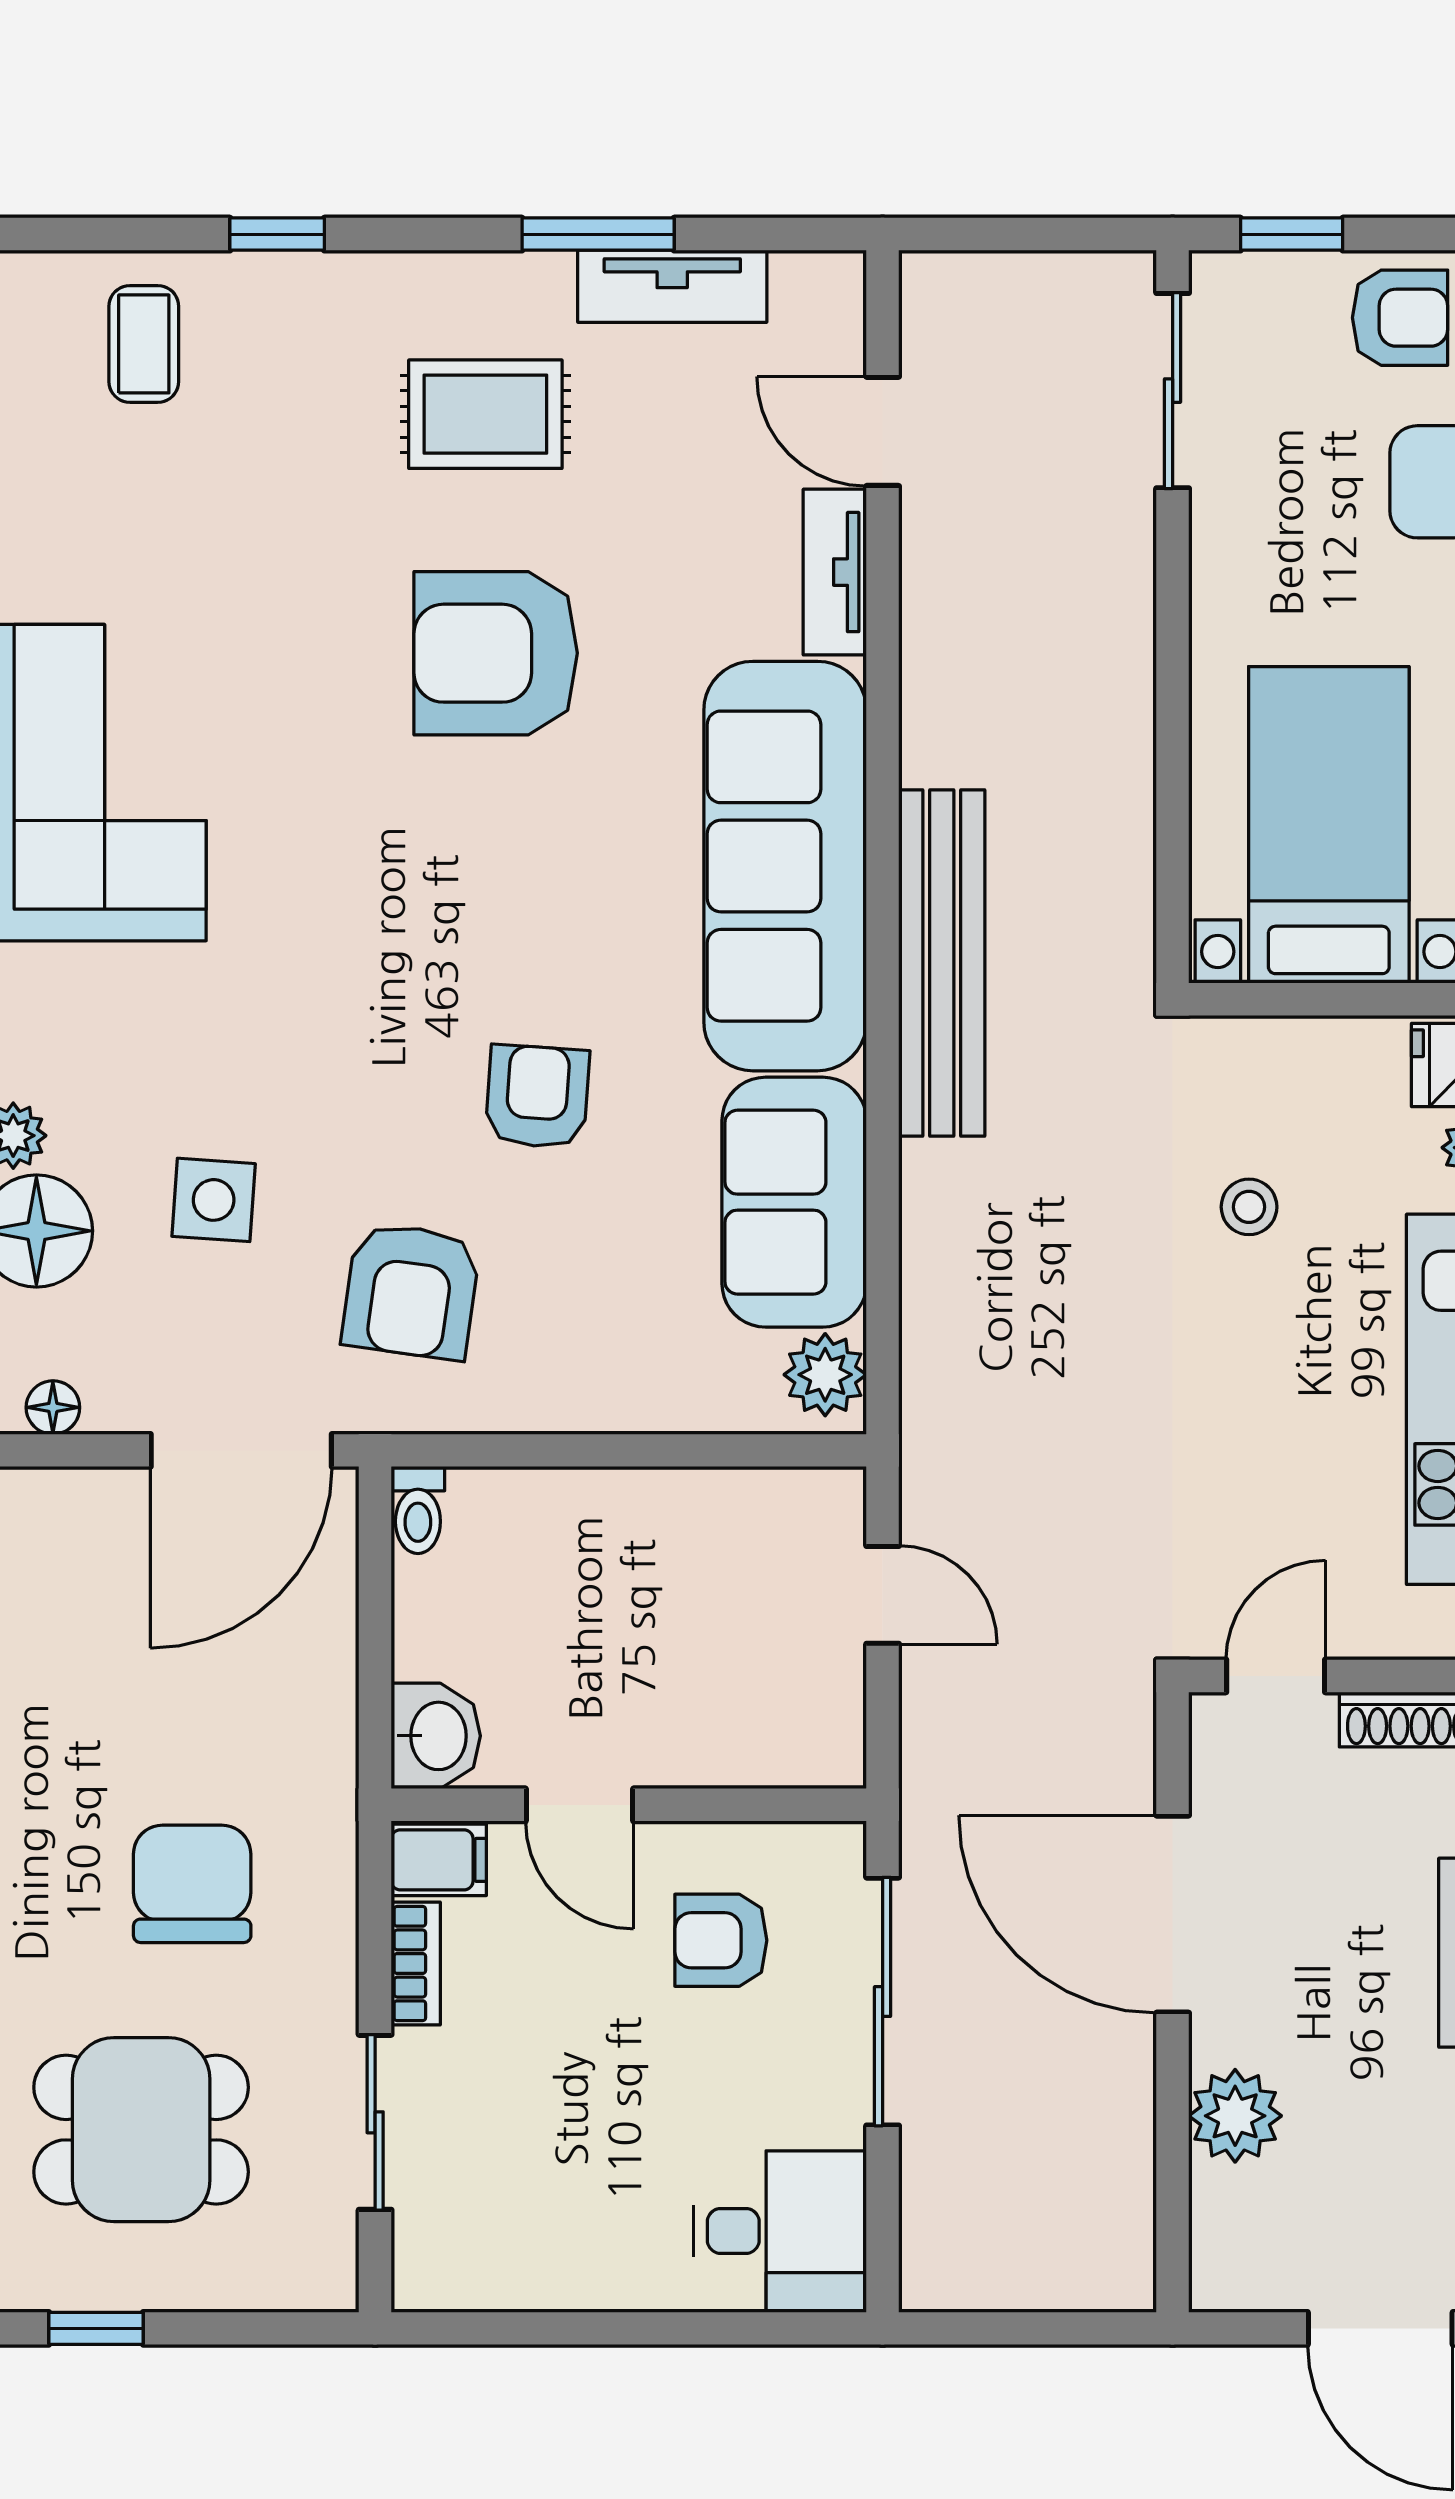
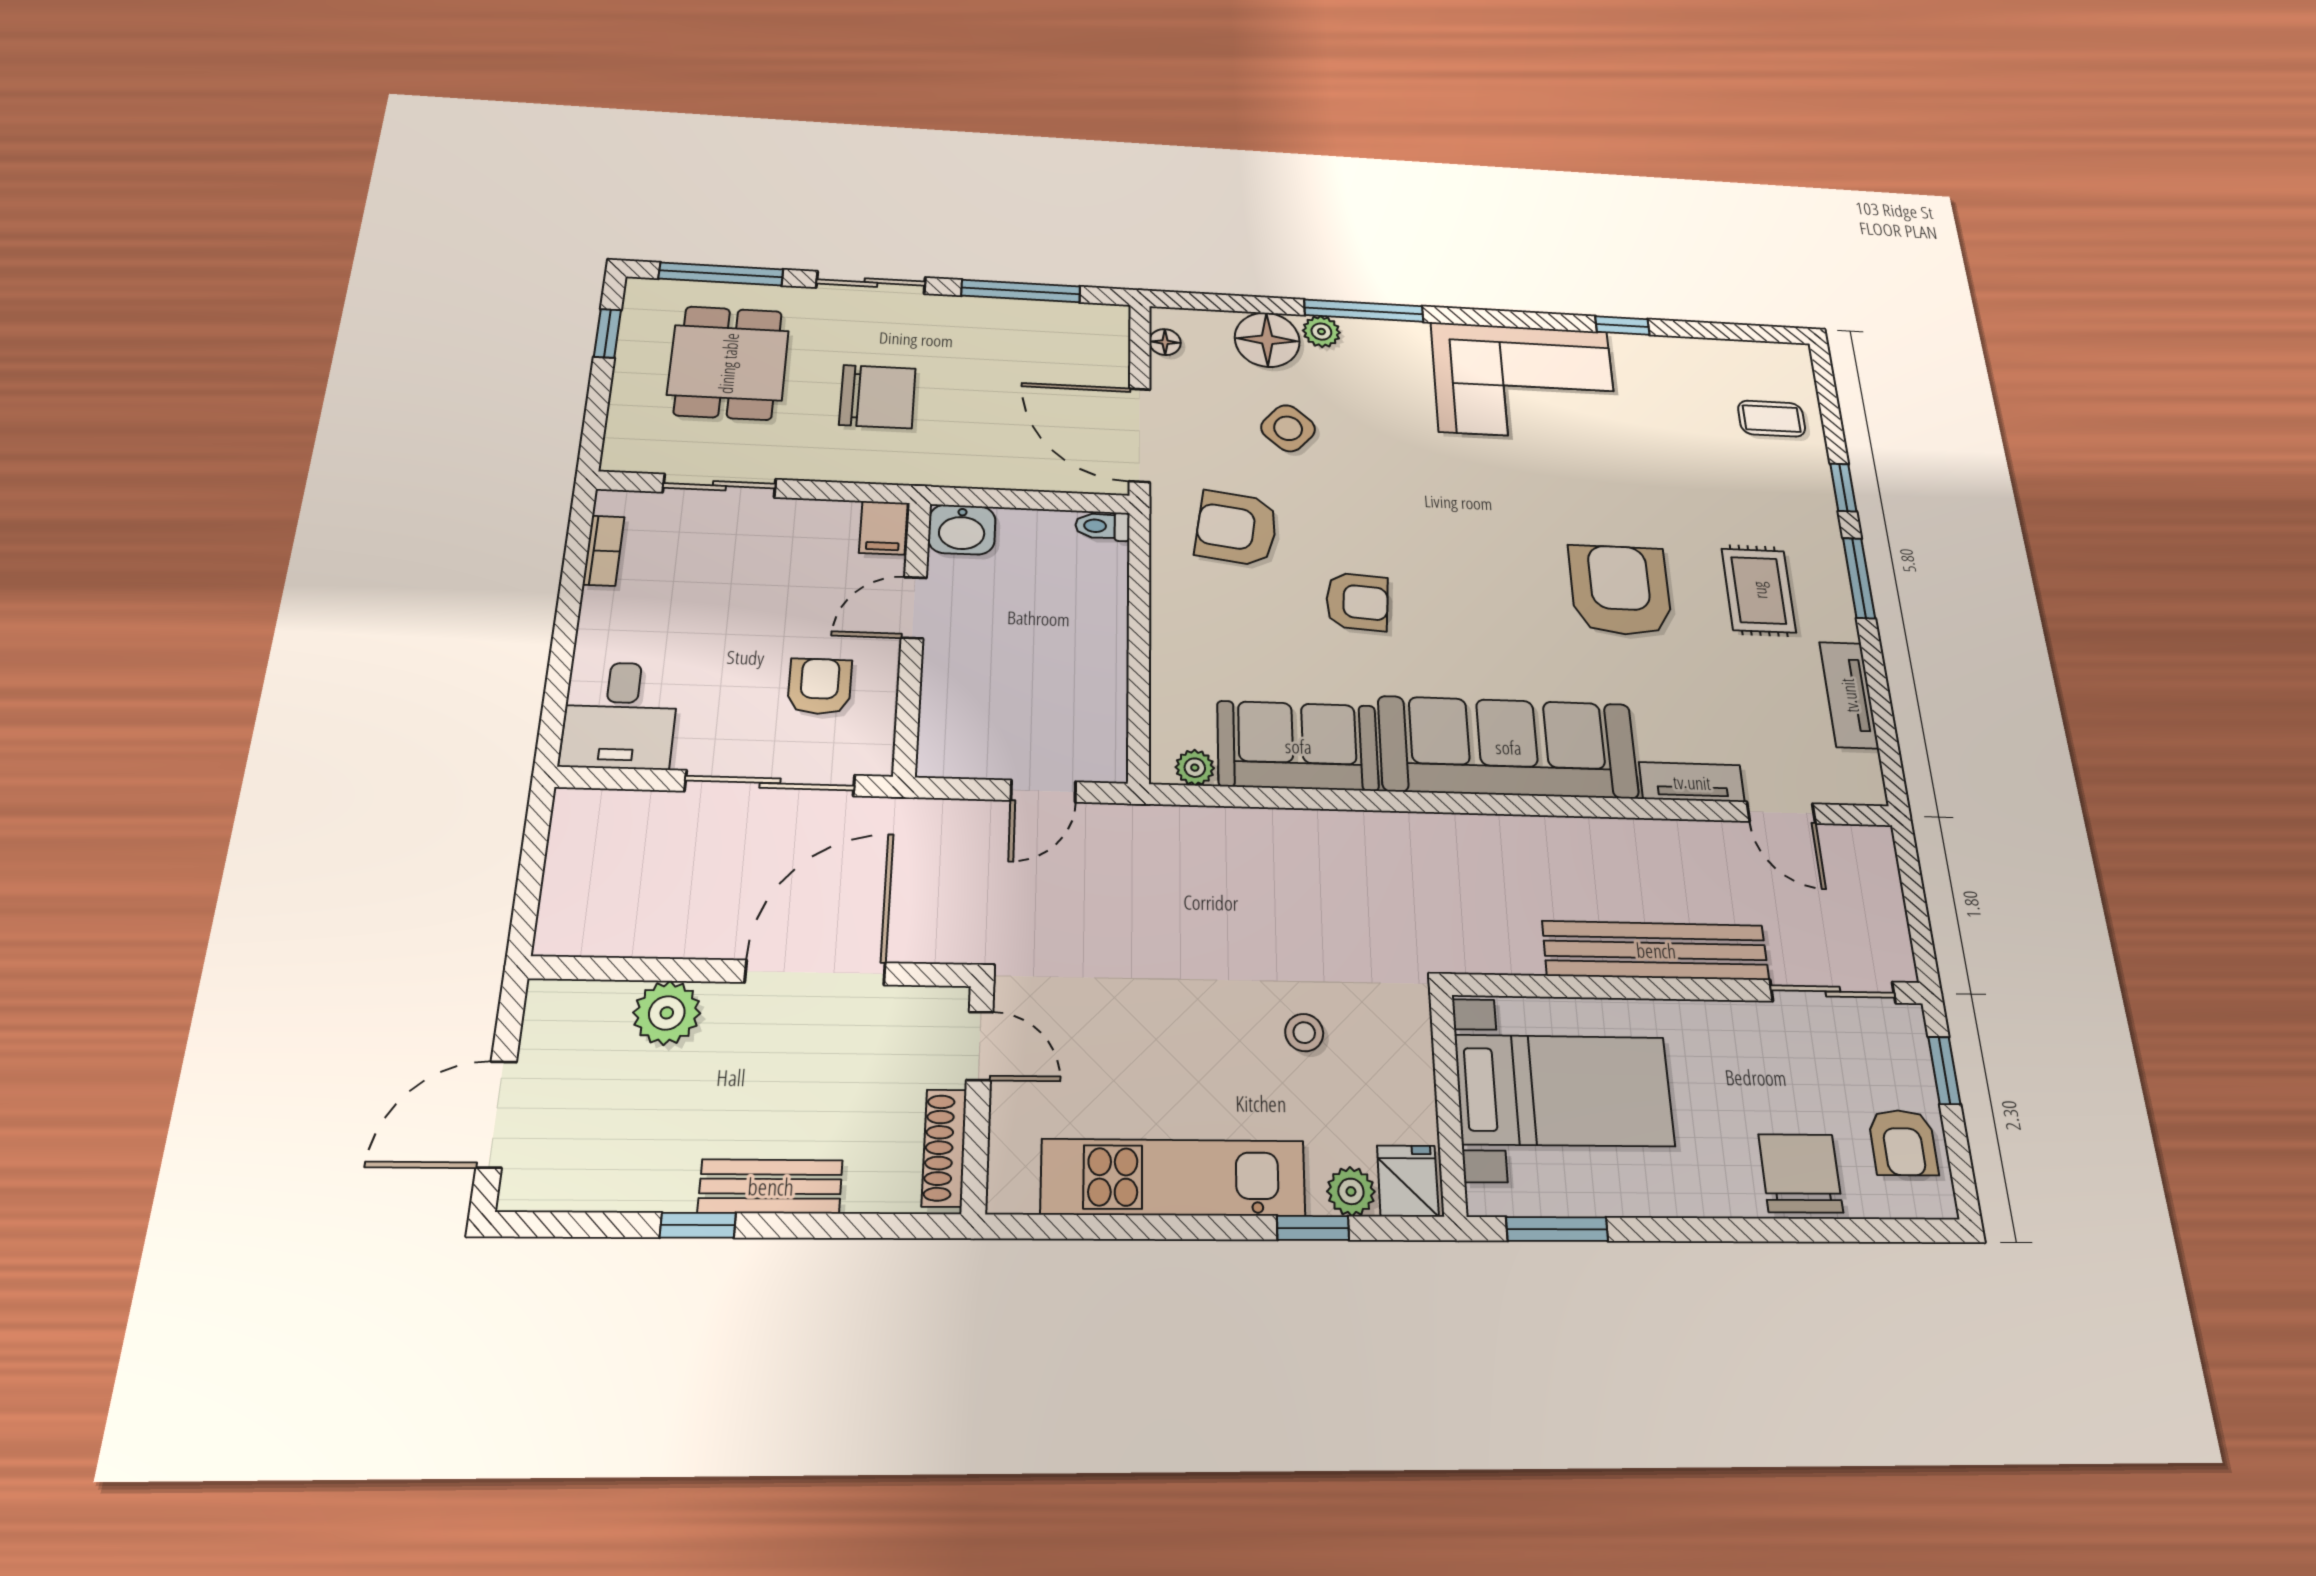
window: (598, 234) -> (1859, 578), moved
door: (883, 431) -> (1781, 813), swing flipped
bench: (942, 963) -> (1656, 950), moved
side table: (214, 1200) -> (1288, 428), turned 38
plant: (825, 1375) -> (1195, 768), width x0.73, depth x0.73
bookcase: (416, 1964) -> (604, 551), moved, turned -90

